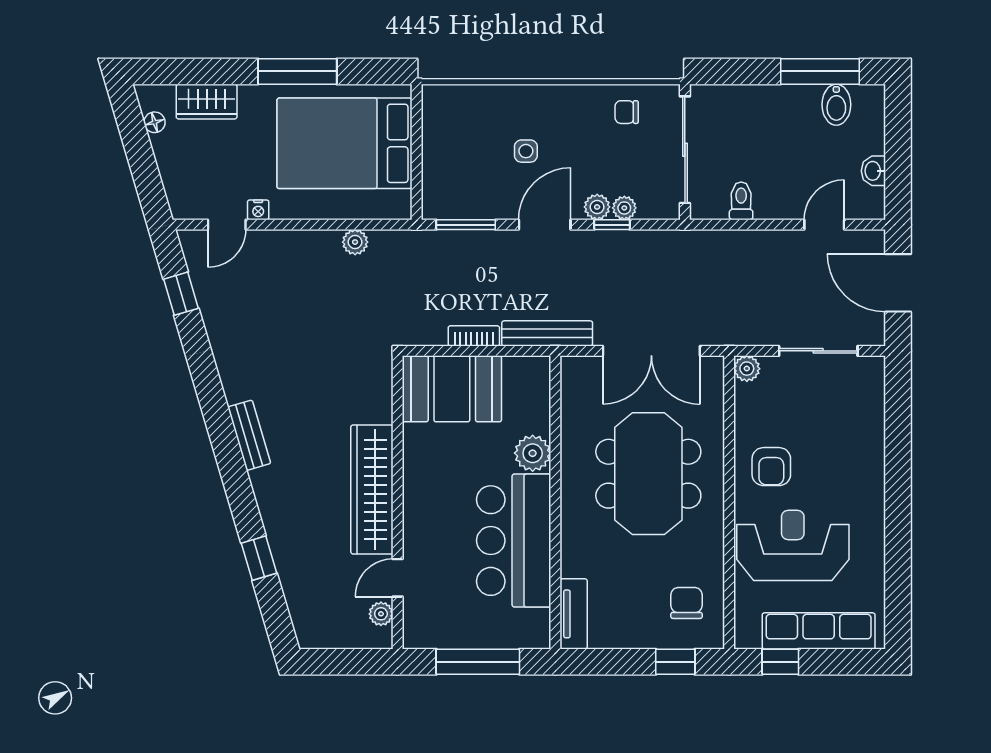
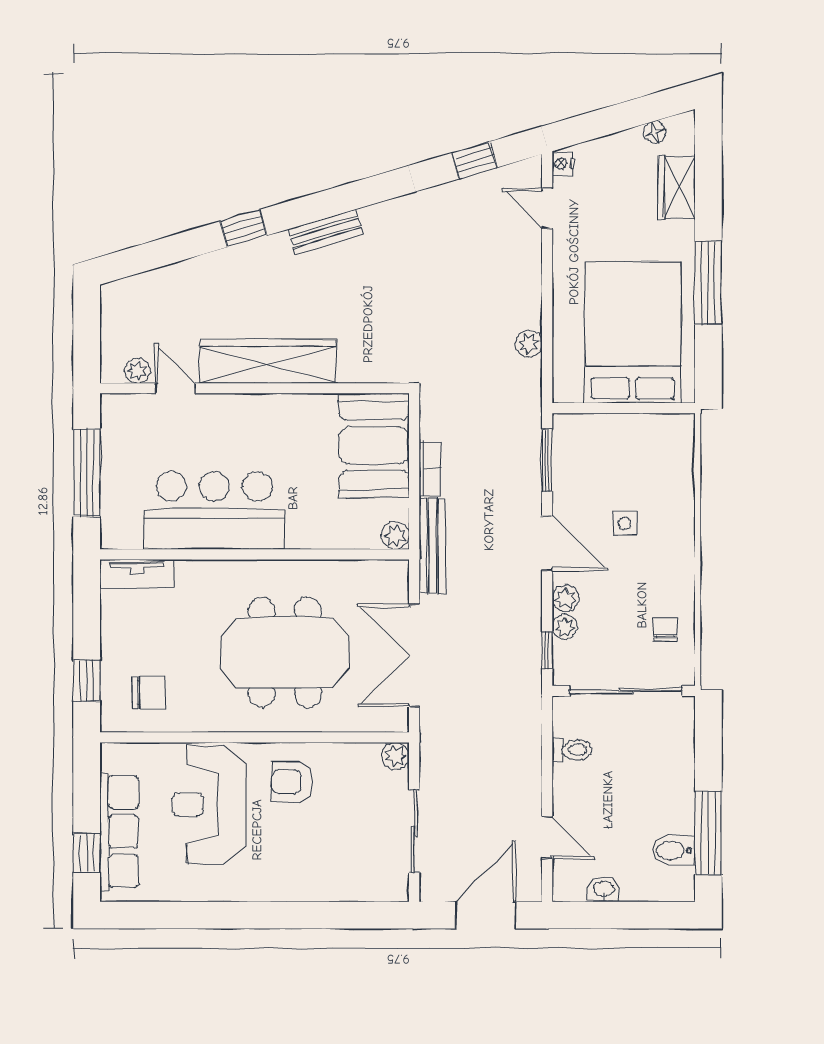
nightstand: (258, 210) -> (563, 164), moved
window: (612, 225) -> (547, 650), moved
plant: (533, 453) -> (395, 536), moved, width x0.73, depth x0.73
reception desk: (793, 545) -> (209, 804), turned 180
window: (259, 558) -> (243, 228), moved
window: (780, 662) -> (87, 853), moved

